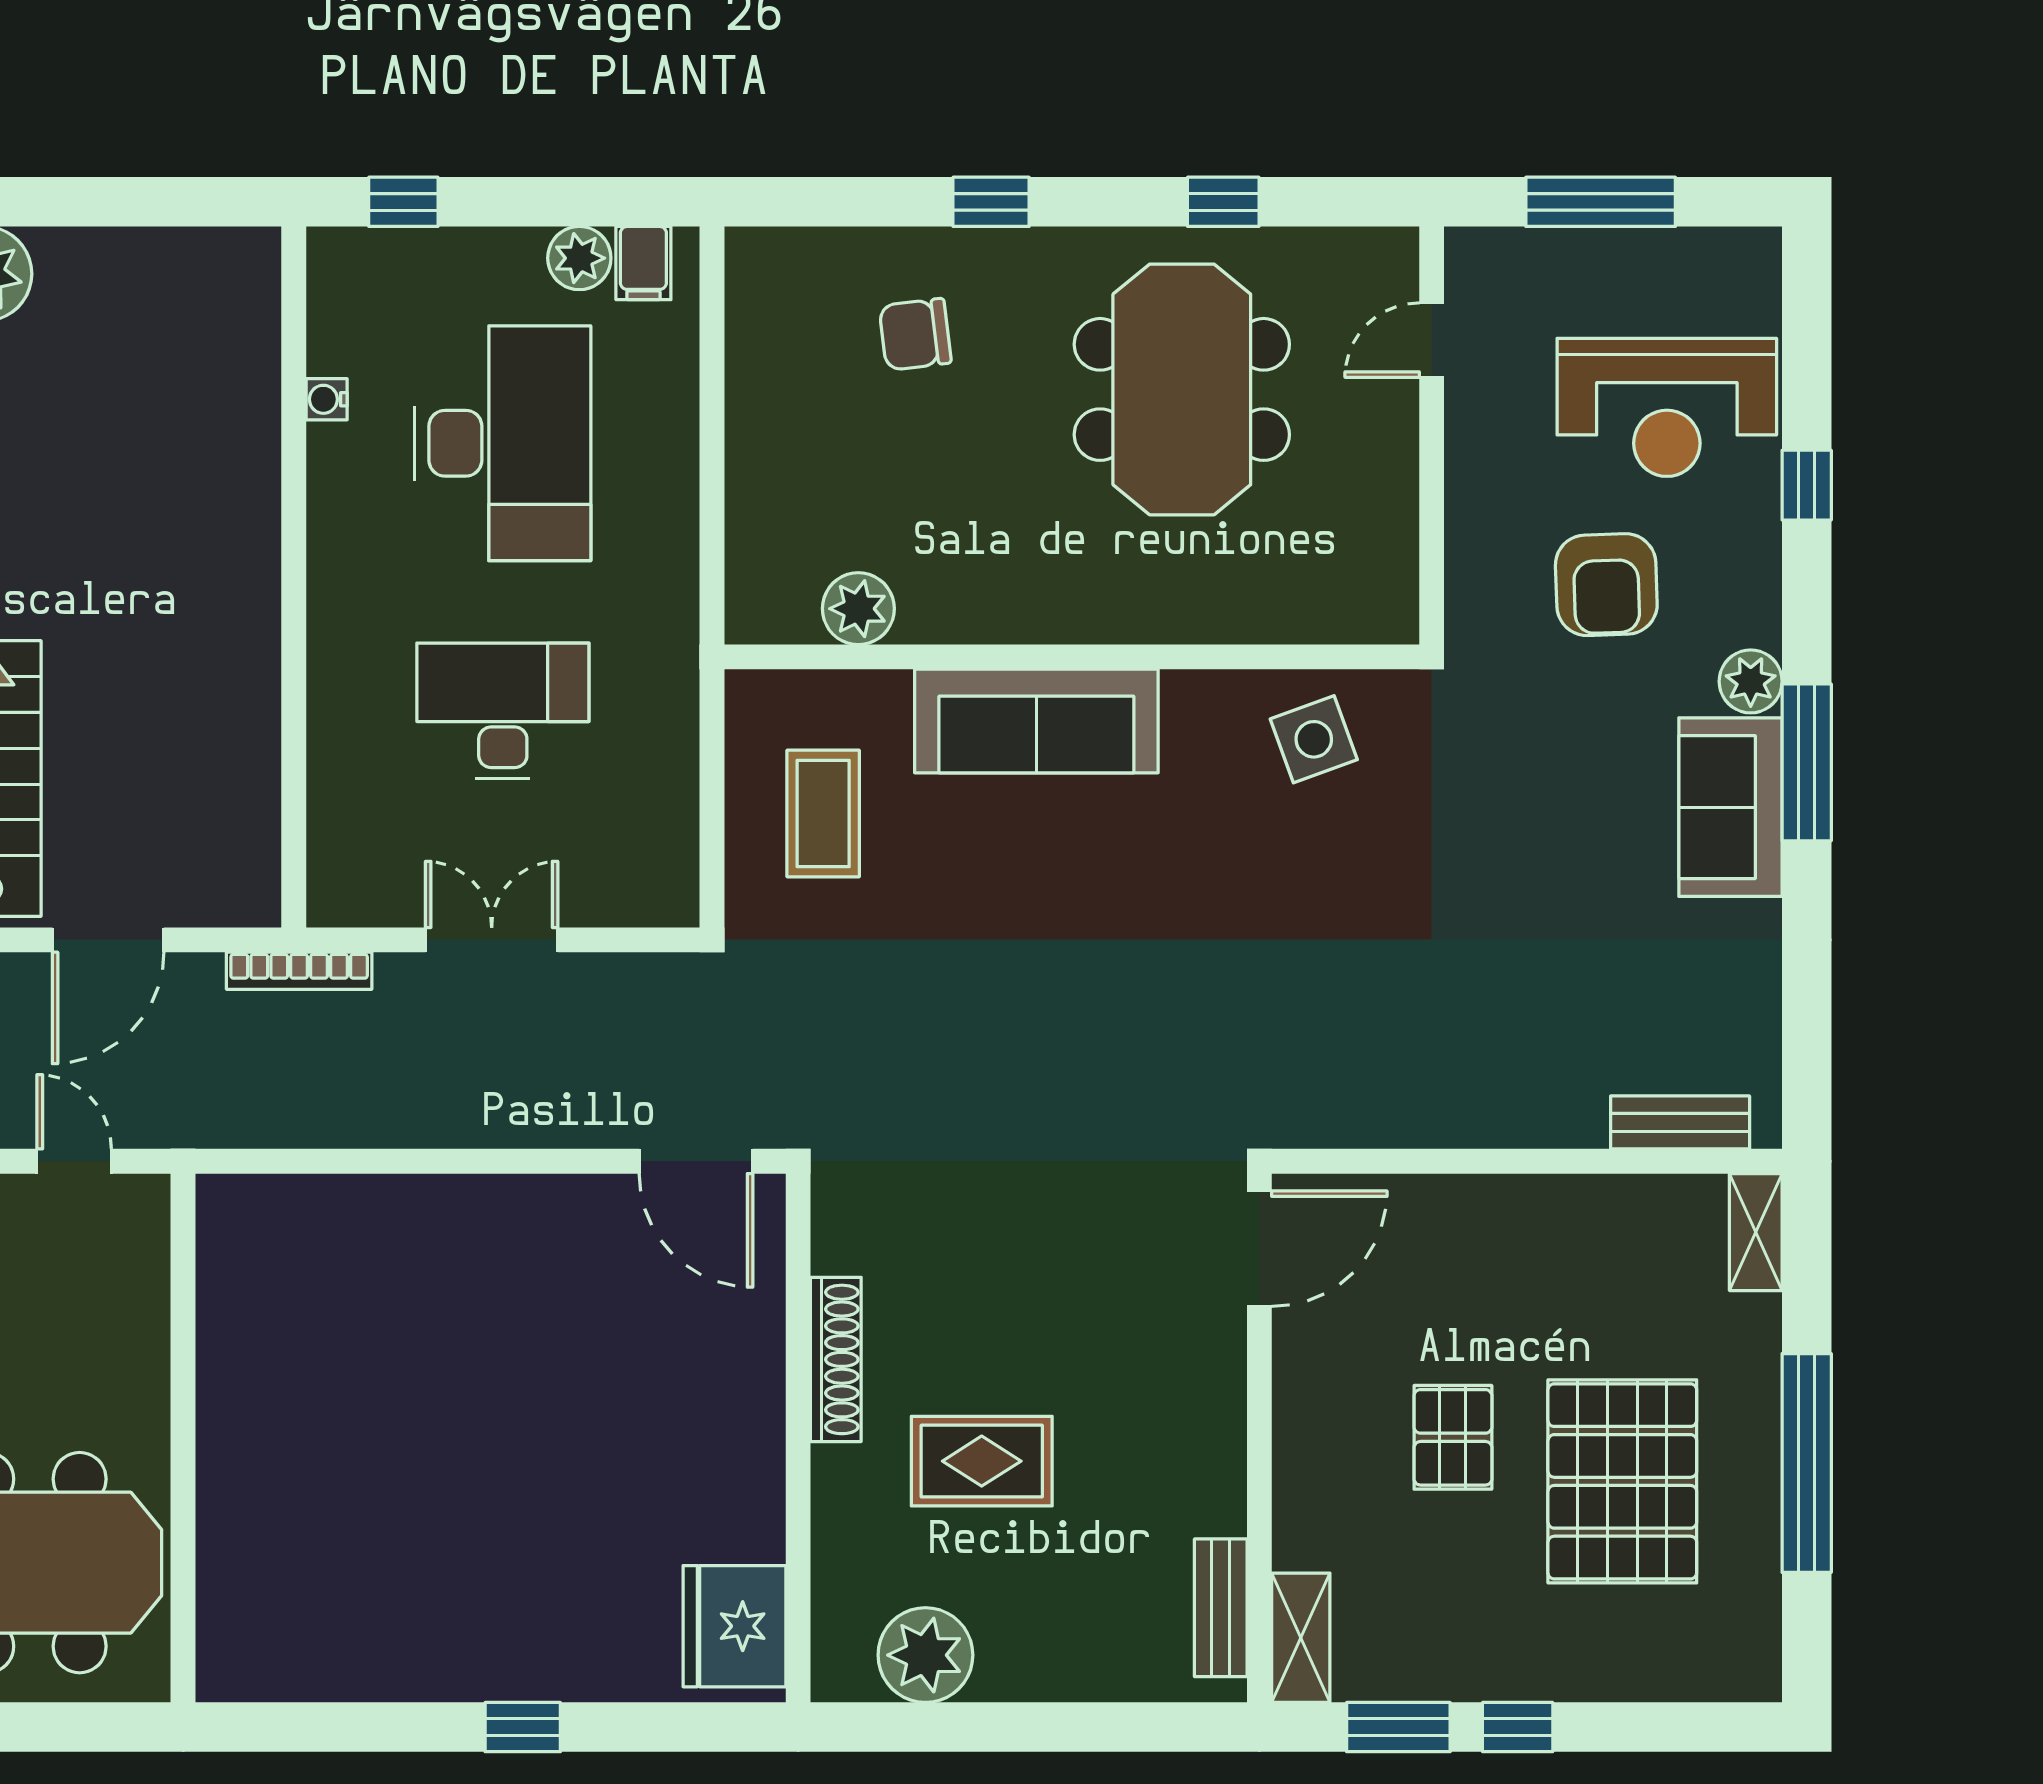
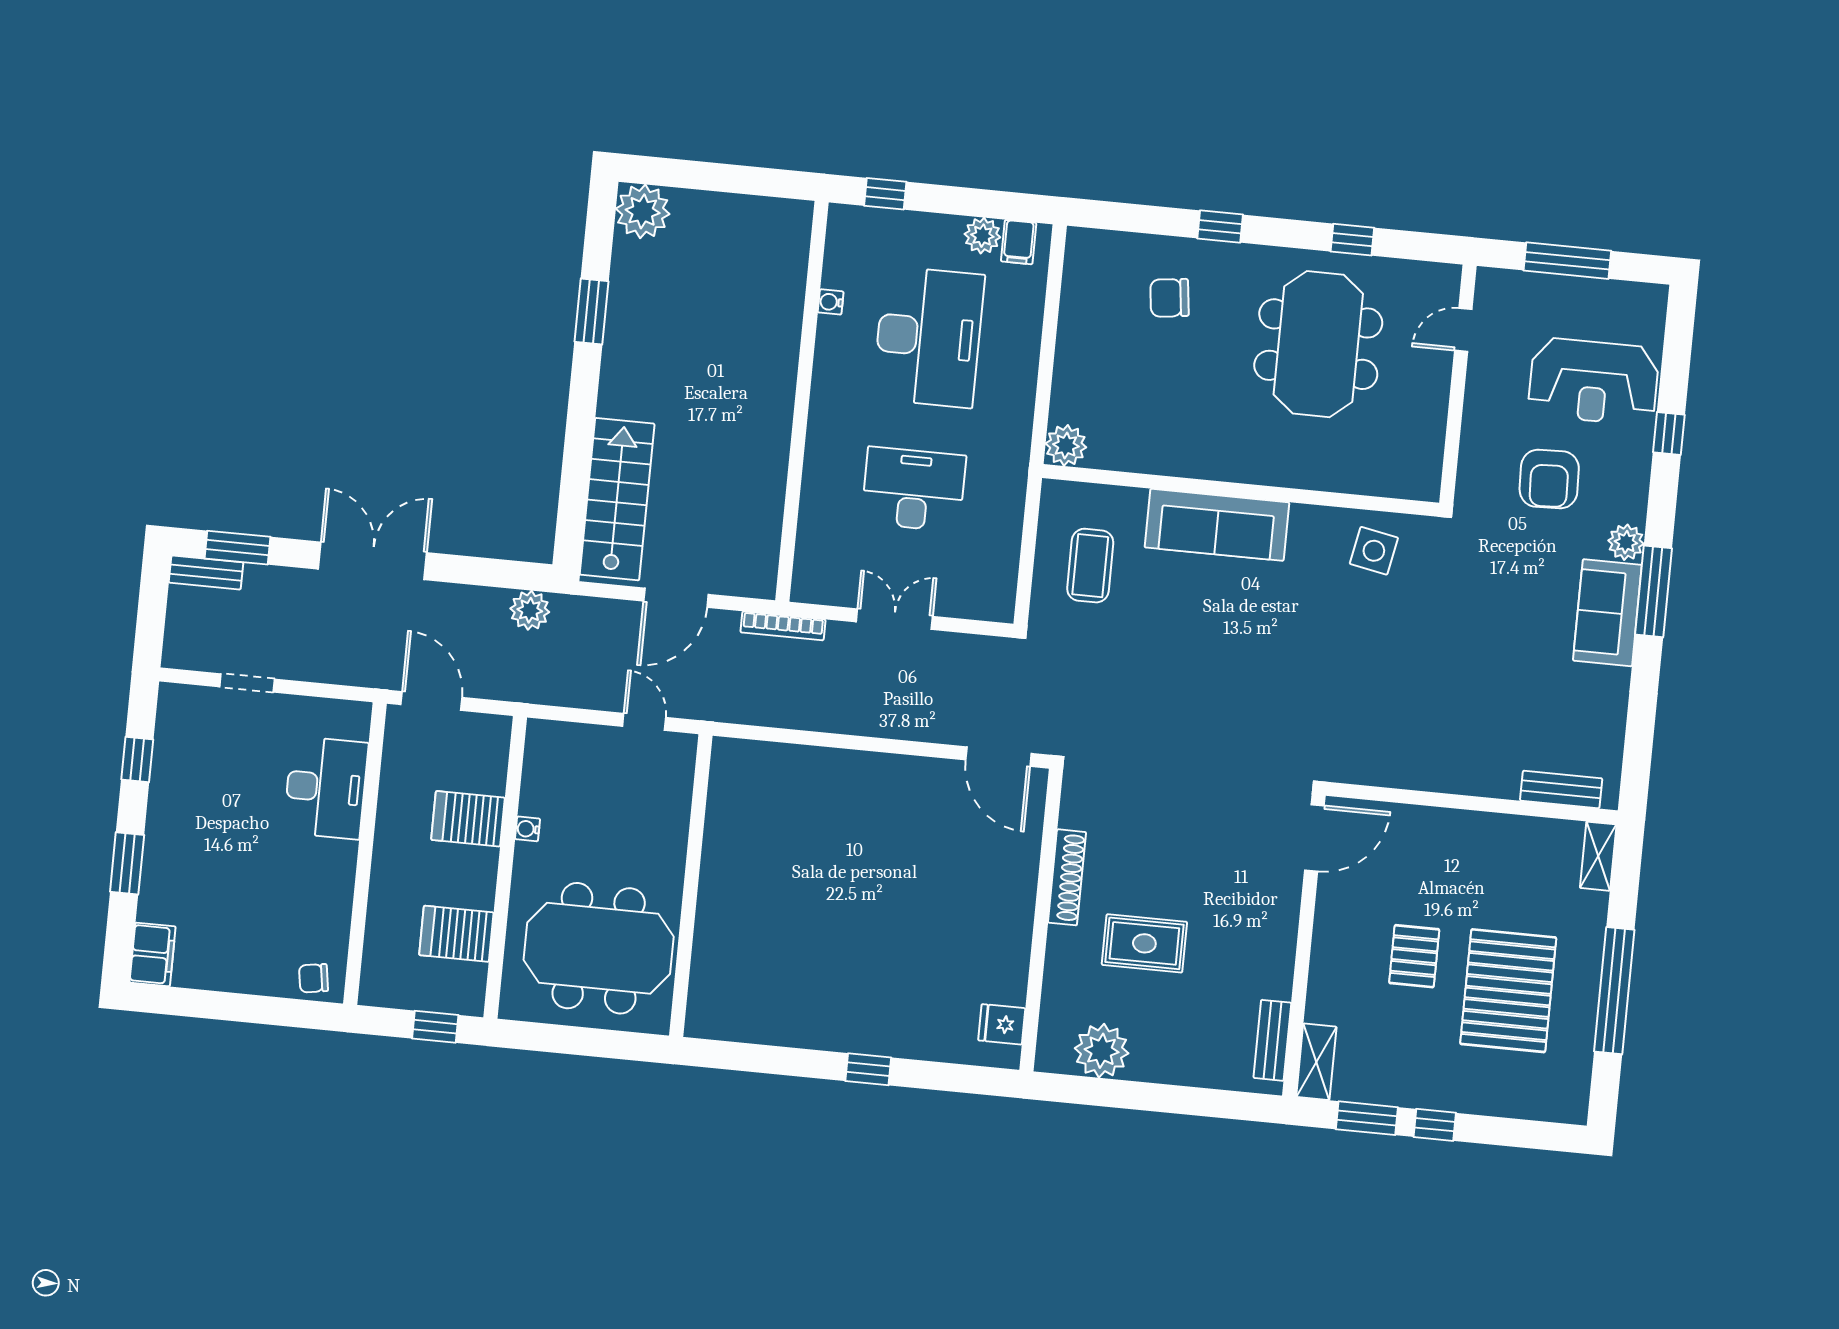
plant: (858, 609) -> (1066, 445), moved
side table: (1314, 739) -> (1374, 551), turned 31
fridge: (734, 1626) -> (1002, 1024), width x0.53, depth x0.75

